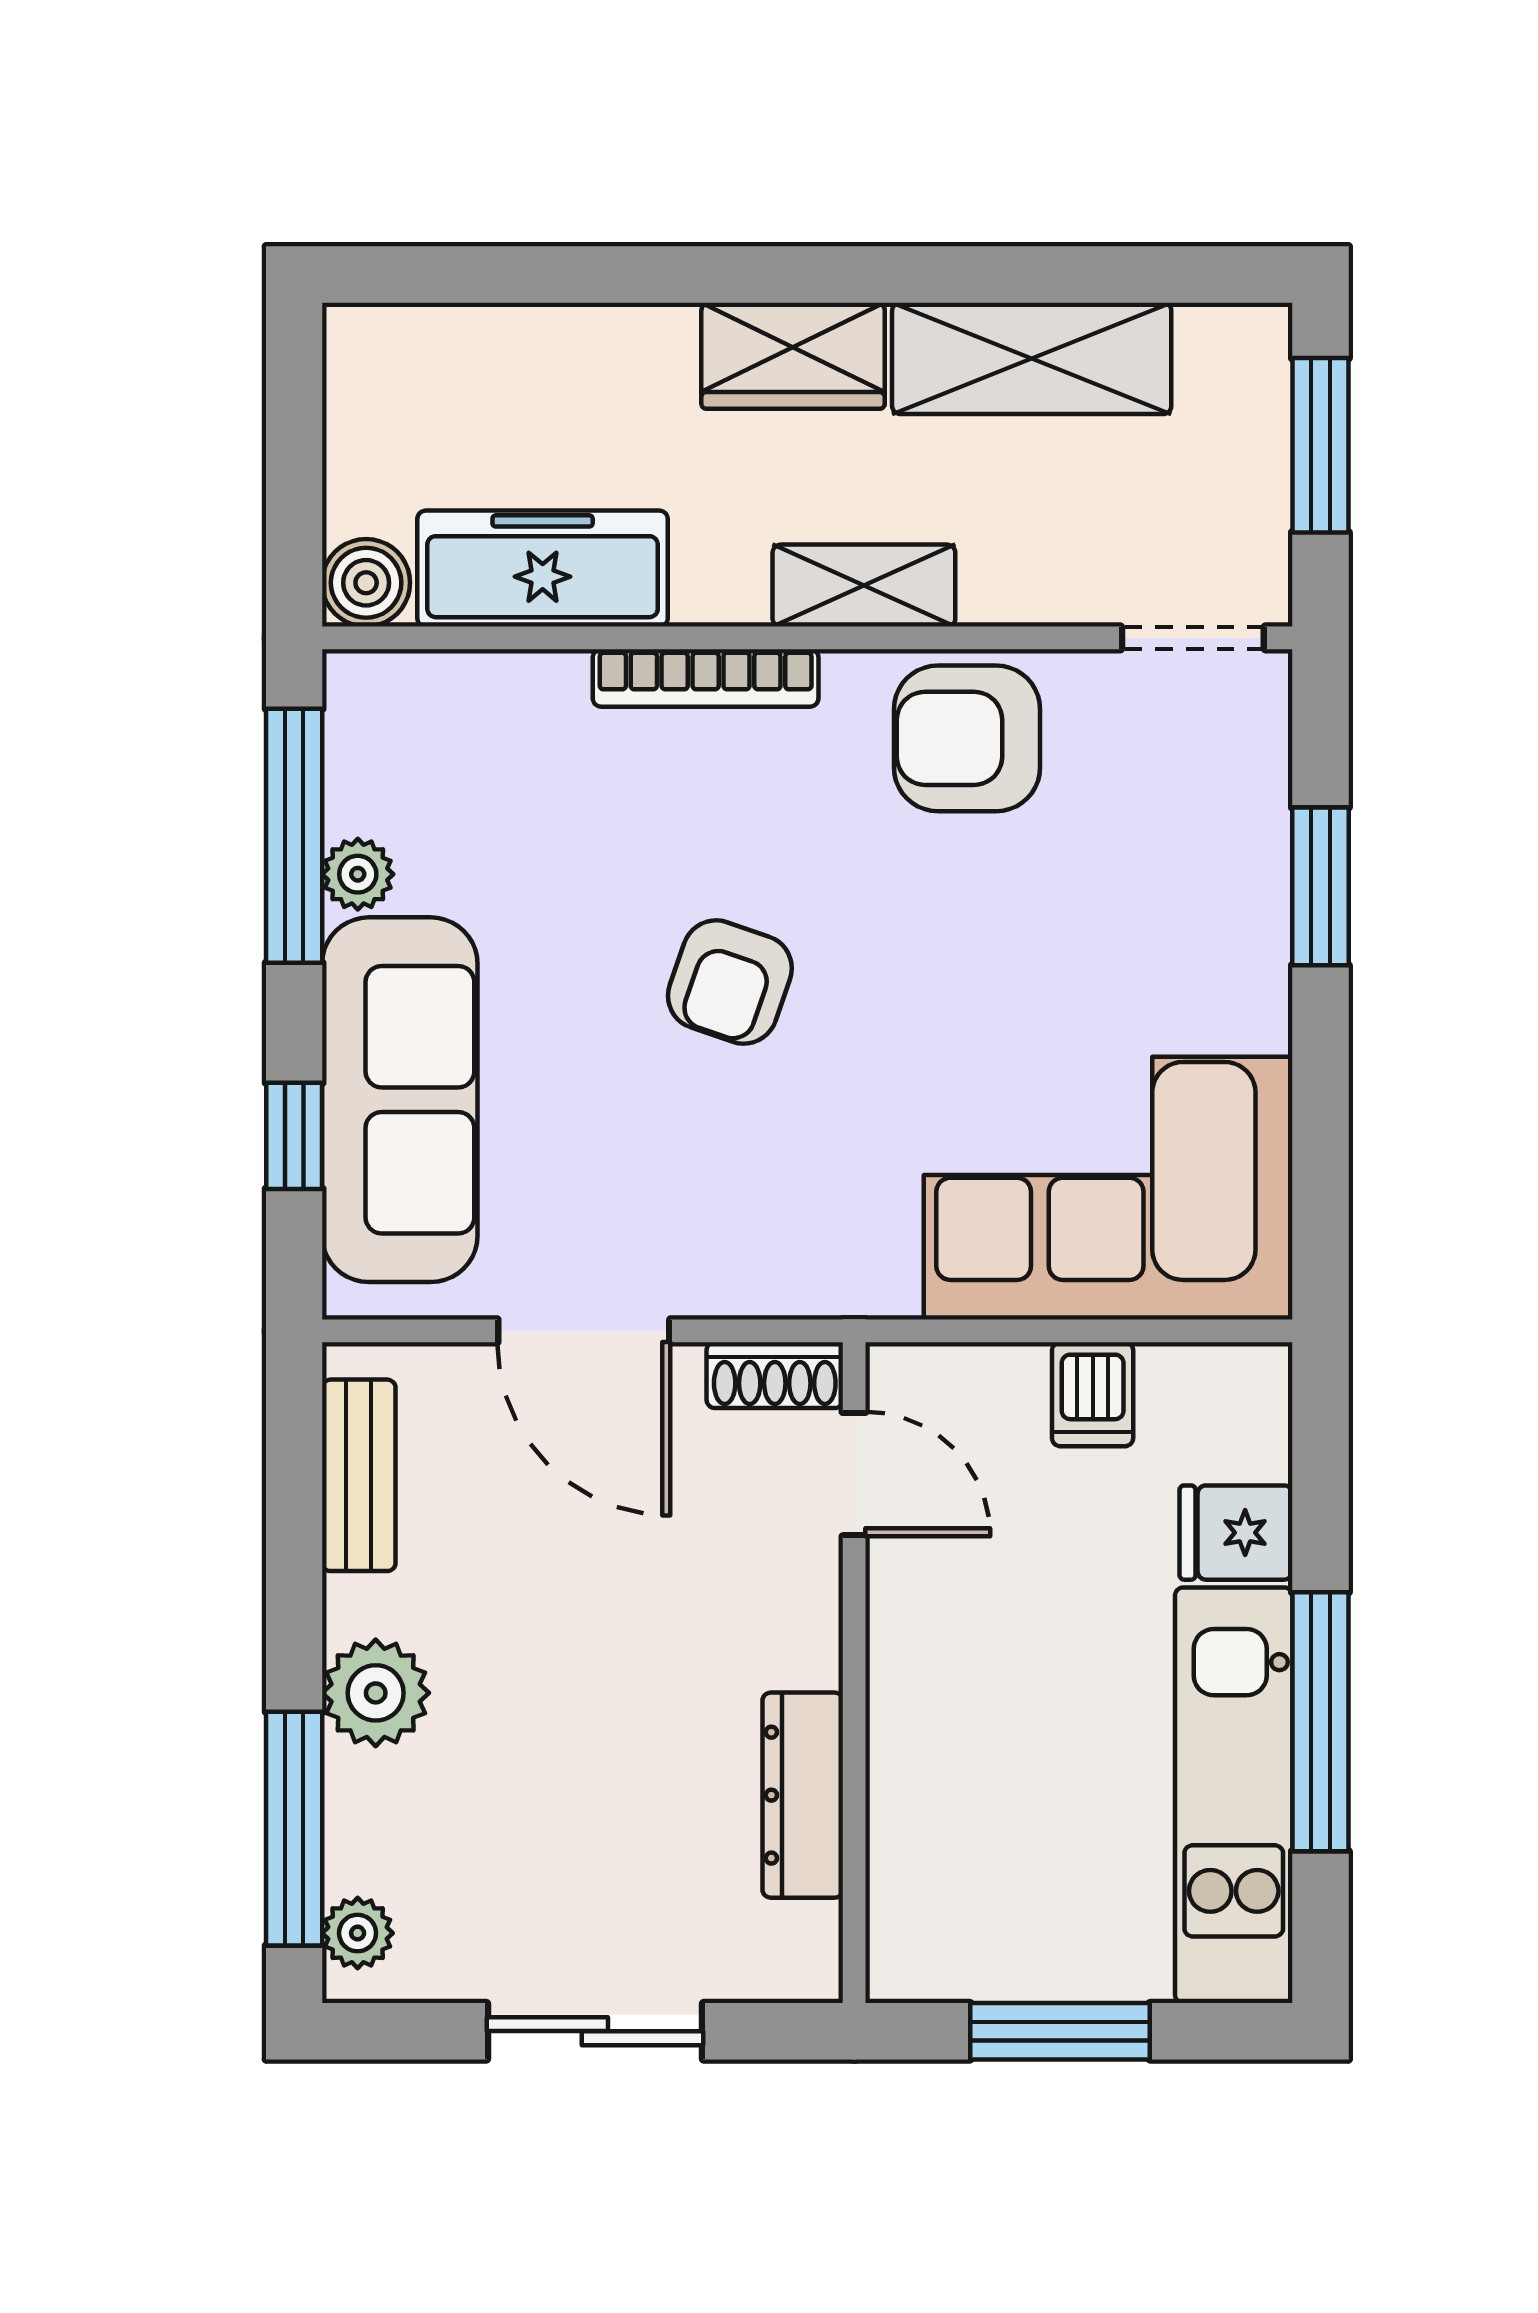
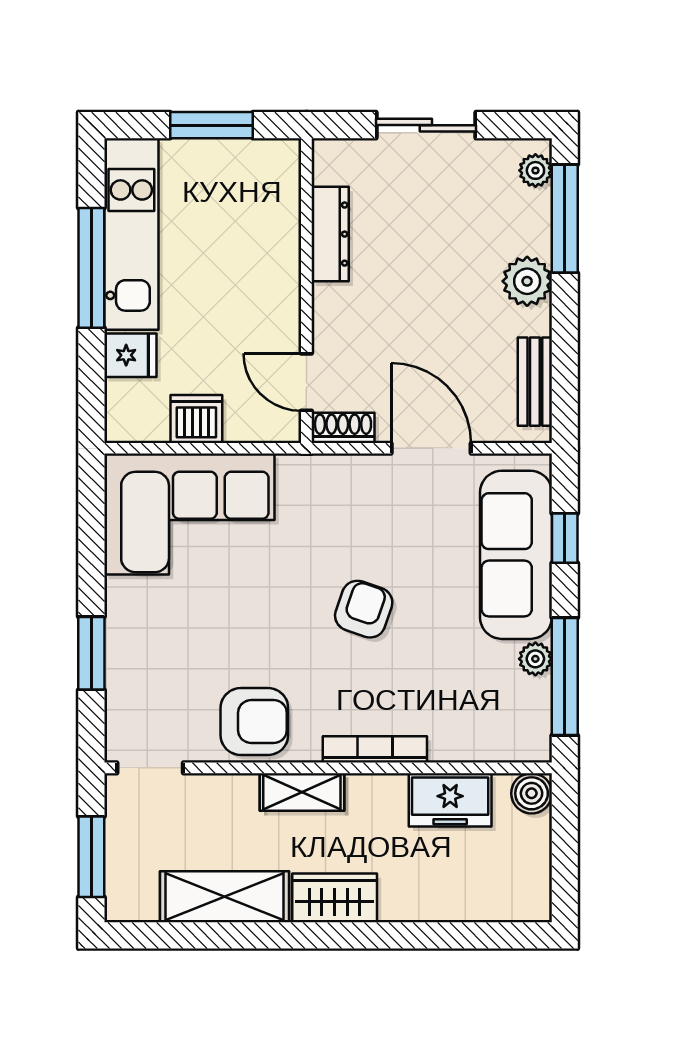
freezer: (543, 569) -> (450, 800), width x0.71
dishwasher: (1093, 1394) -> (196, 419), width x1.38

